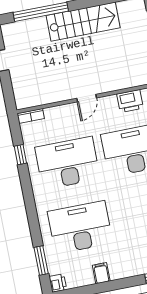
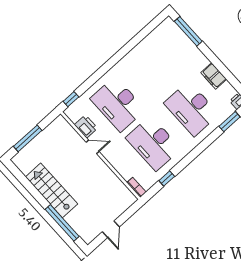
door: (87, 98) -> (93, 147), moved
filing cabinet: (101, 273) -> (214, 76), width x2.00

